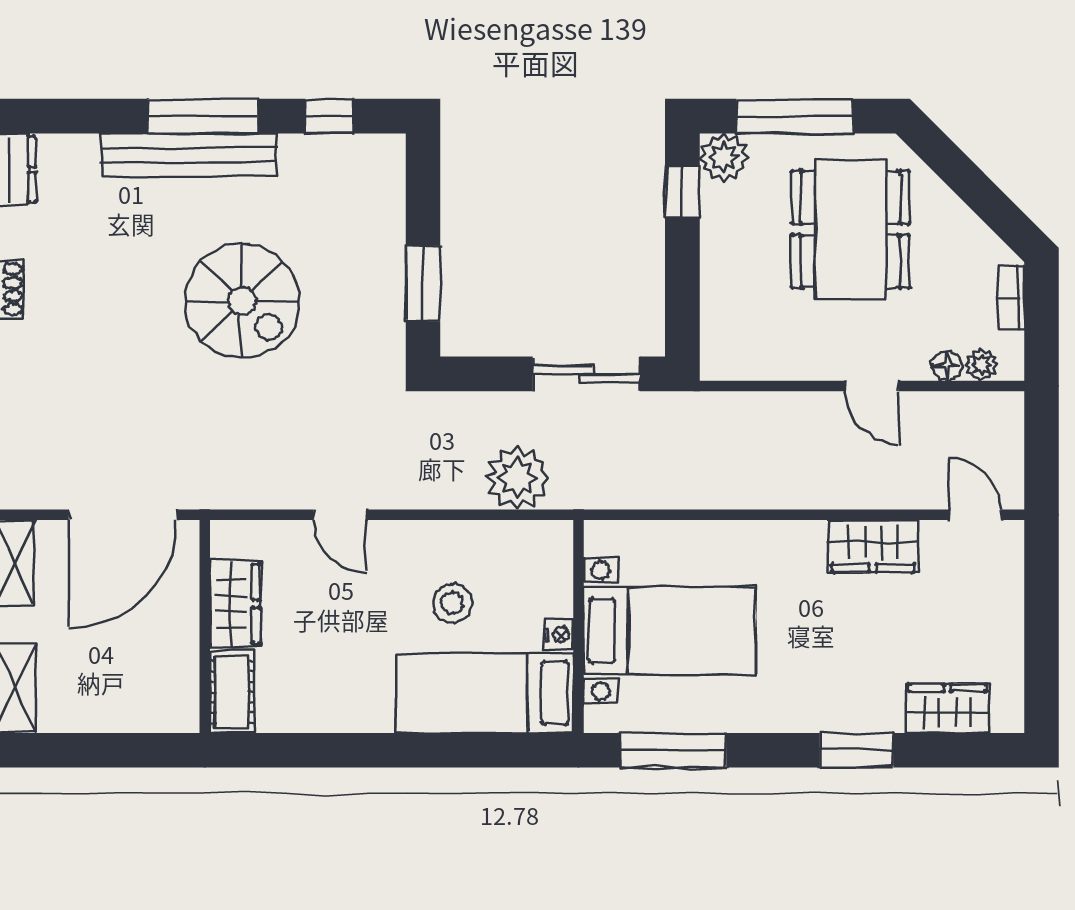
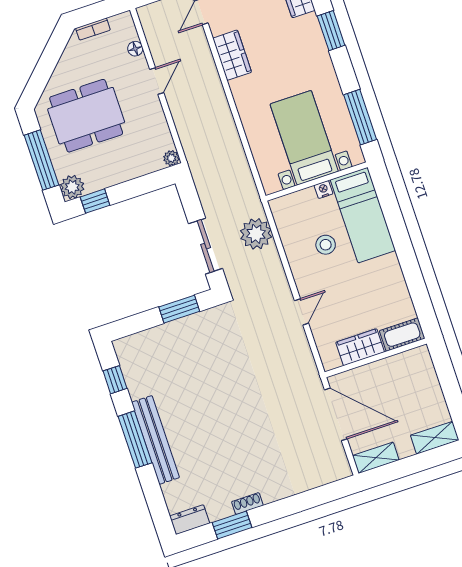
spiral stairs: (242, 301) -> (216, 392), removed
plant: (981, 365) -> (171, 158), moved
sliding door: (586, 374) -> (206, 246), moved

